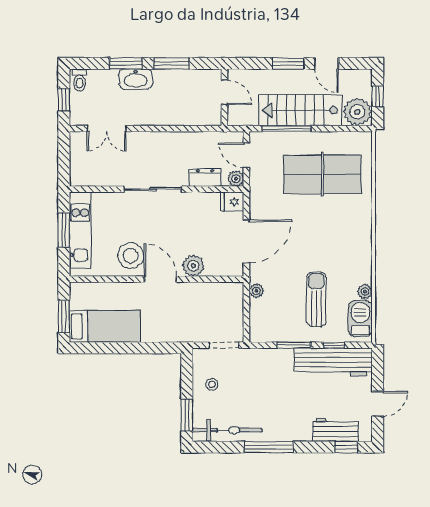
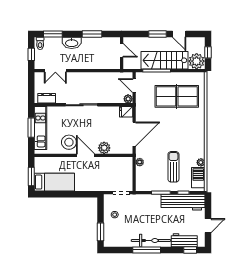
window: (126, 63) -> (53, 34), moved
dresser: (205, 178) -> (47, 98), moved
bicycle: (227, 430) -> (151, 240), moved

